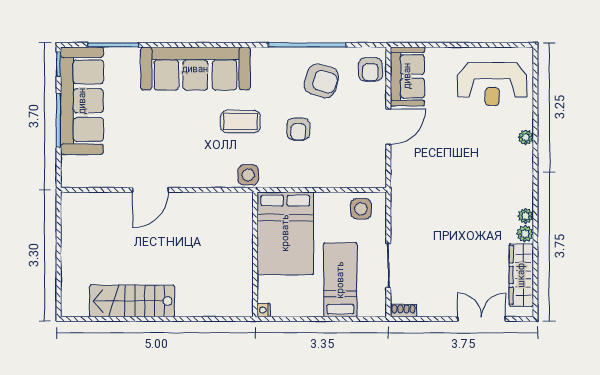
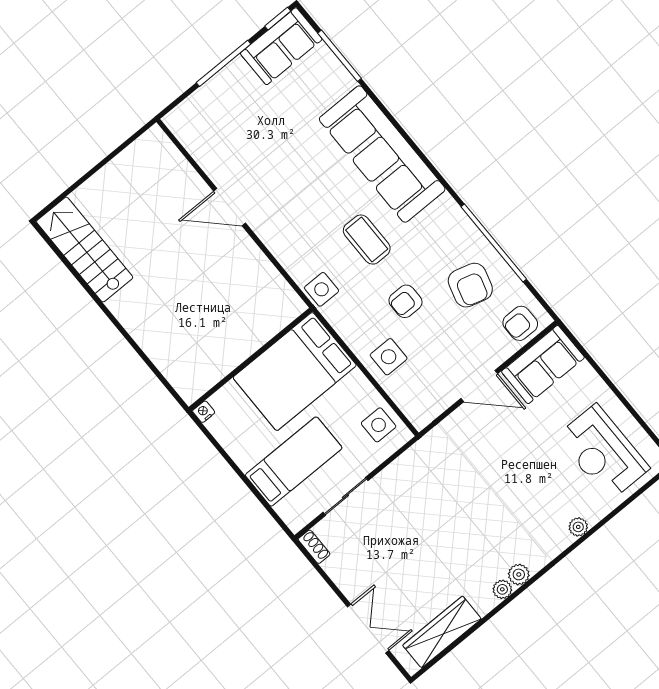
sofa: (82, 101) -> (281, 46), width x0.54, depth x0.79
side table: (324, 168) -> (389, 357), added
plant: (525, 234) -> (519, 574), moved
stairs: (132, 301) -> (85, 250), moved

